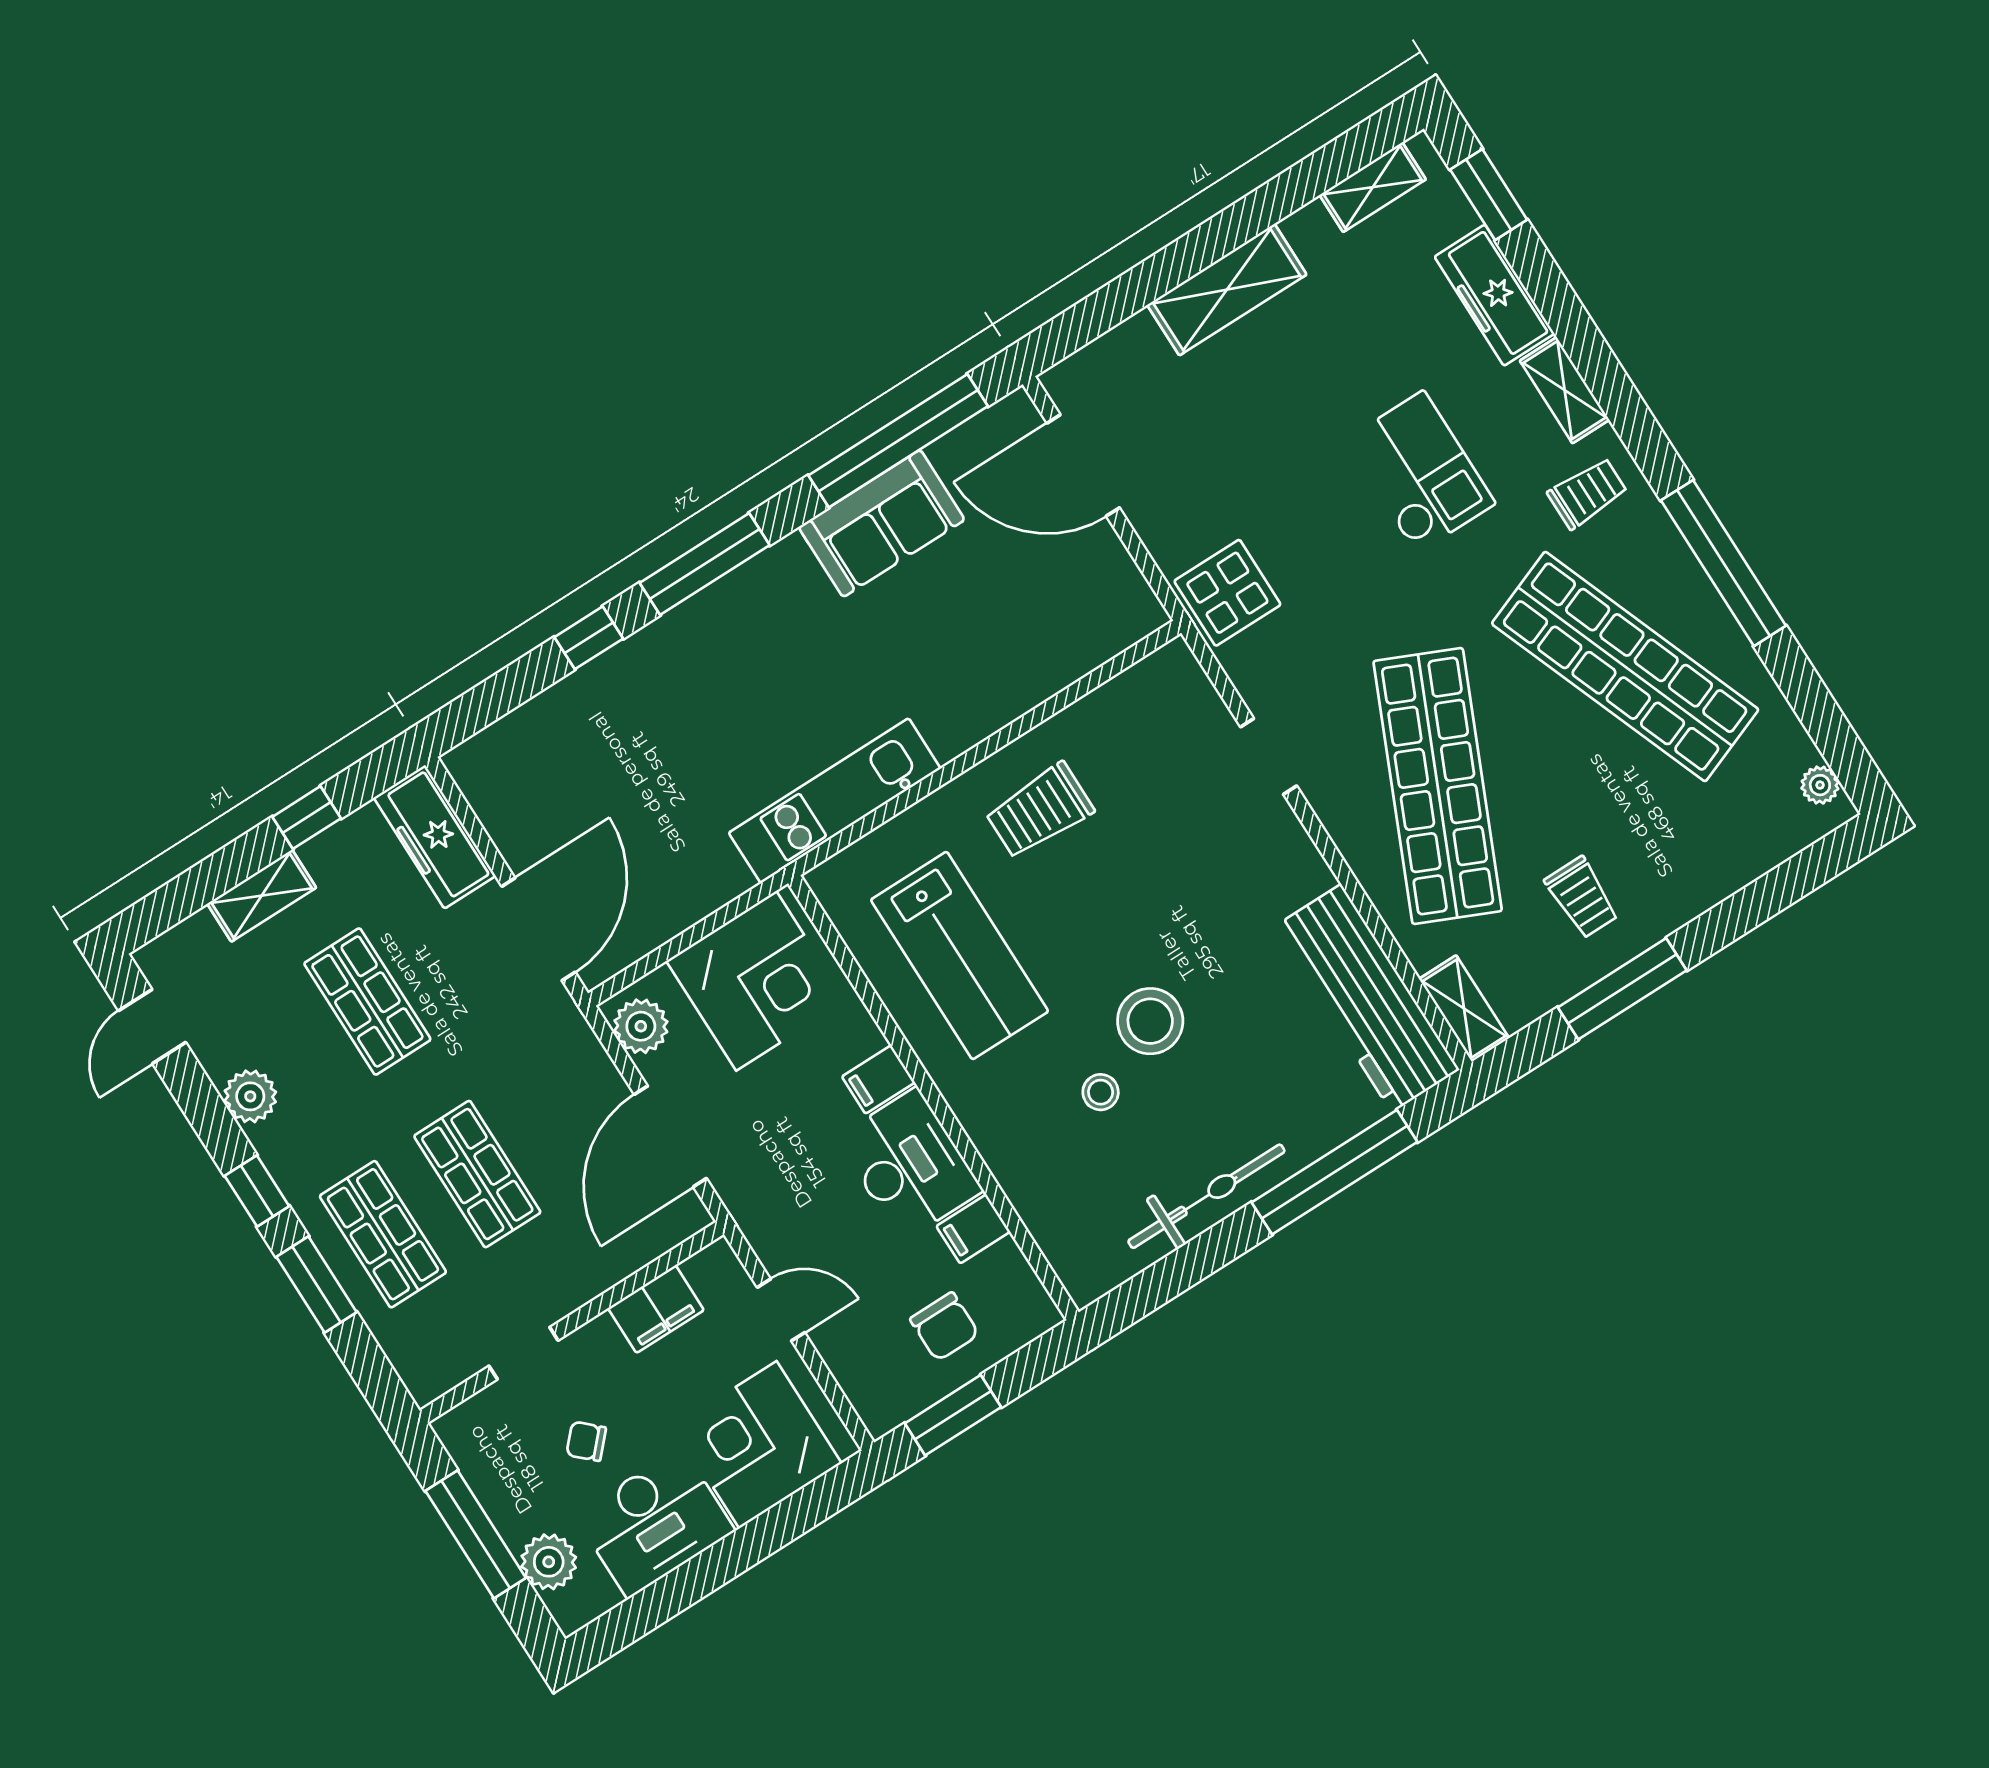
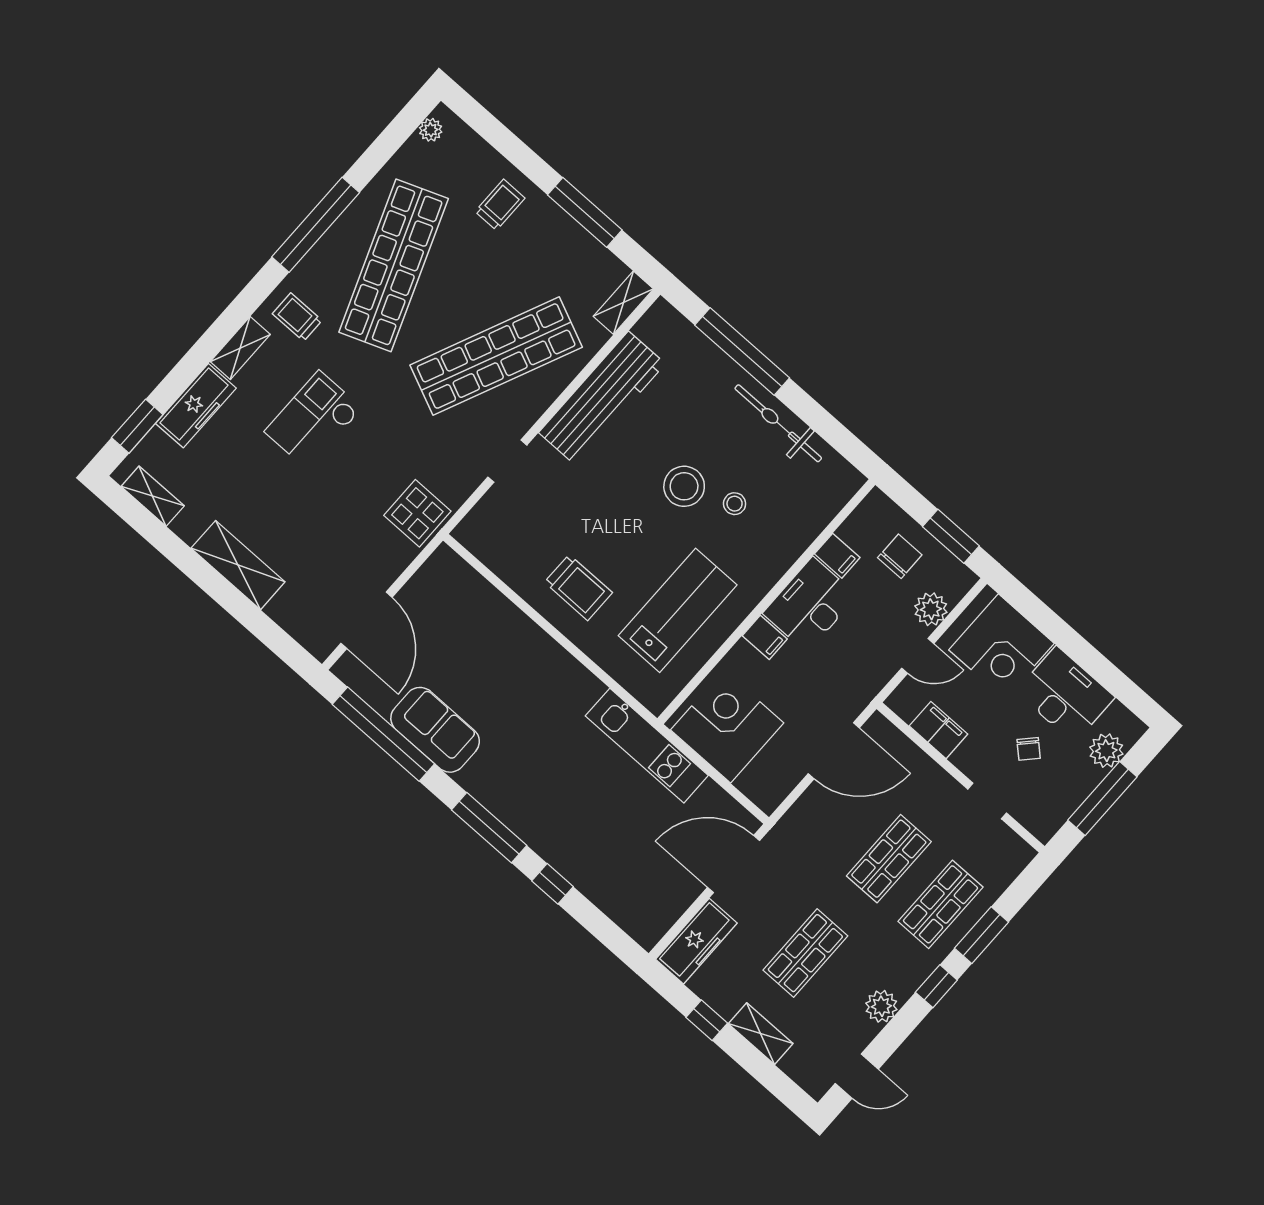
kitchen unit: (835, 801) -> (647, 746), moved
trolley: (1582, 897) -> (500, 205), moved
workbench: (1367, 998) -> (602, 398), moved
plant: (641, 1026) -> (931, 609), moved
door: (781, 1310) -> (918, 656), swing flipped

